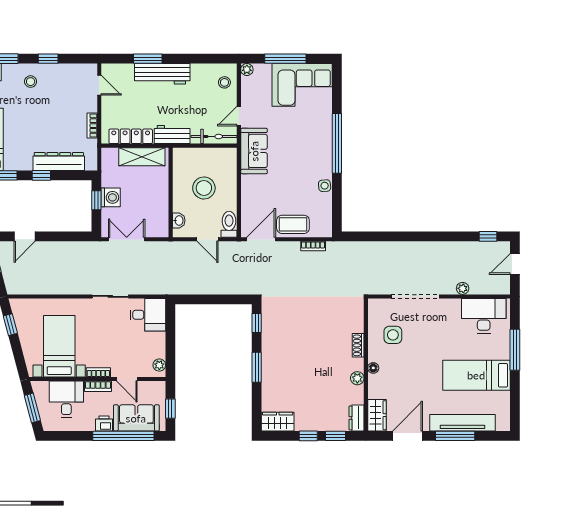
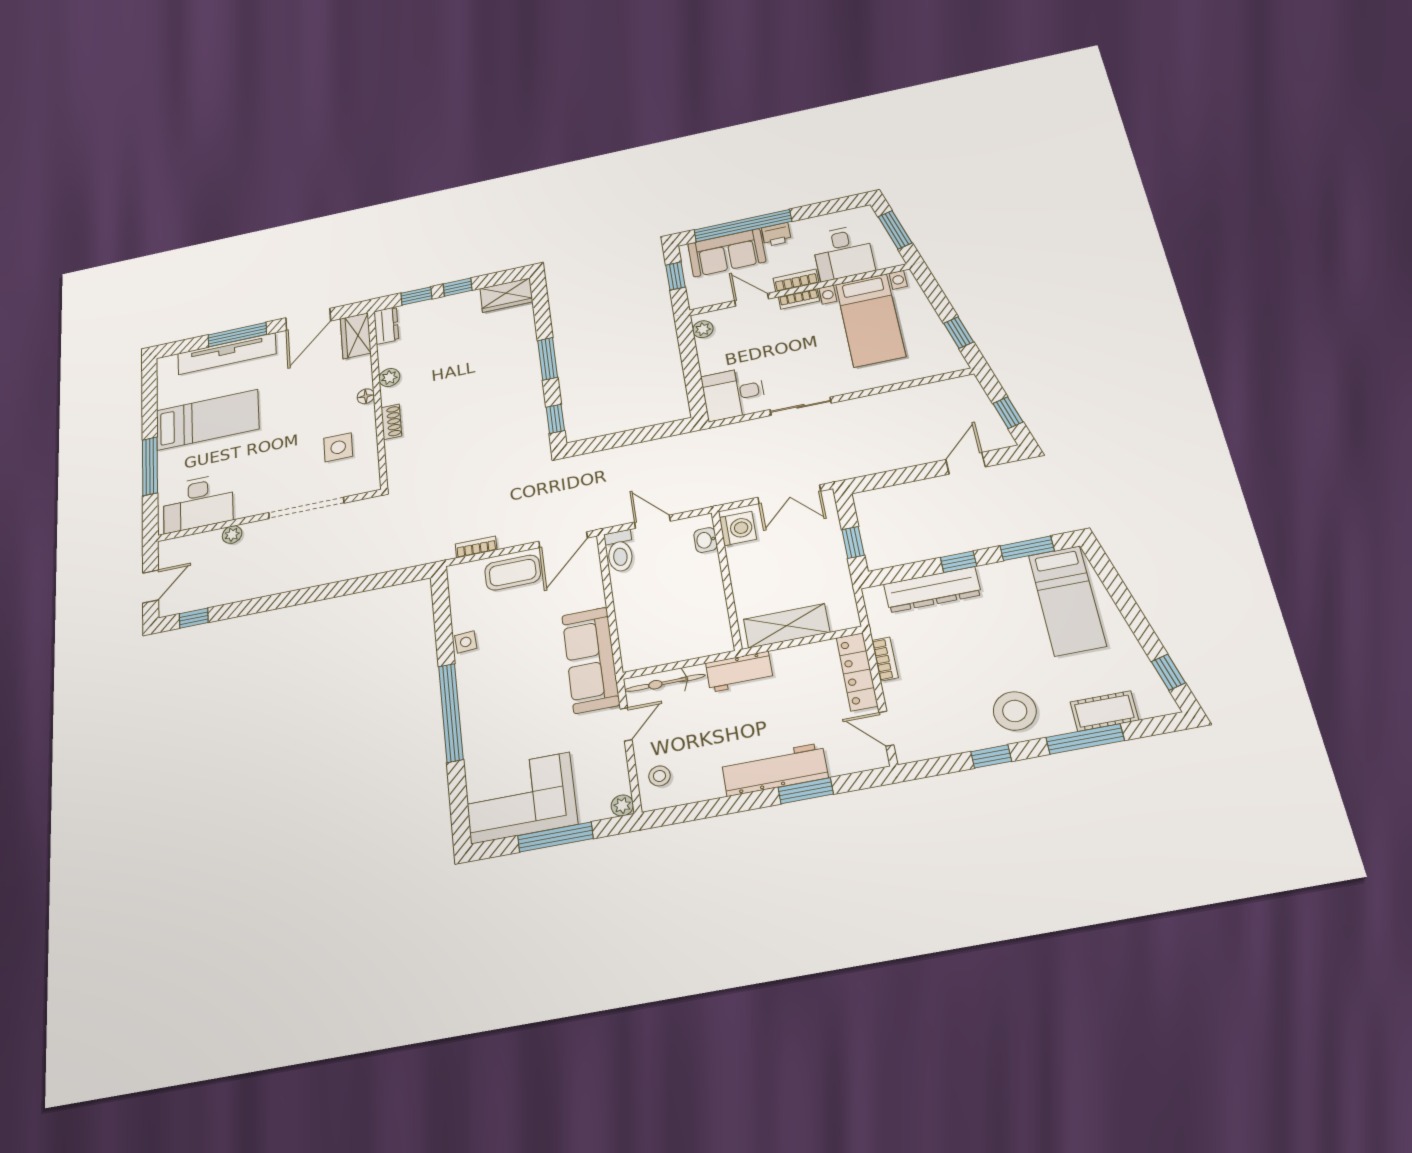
stool: (31, 82) -> (1015, 711), width x1.89, depth x1.89
locker: (131, 136) -> (857, 672), moved, turned 90
sofa: (254, 151) -> (591, 660), width x1.36
stool: (204, 188) -> (670, 598), removed
washing machine: (111, 197) -> (738, 528), moved, turned 180

